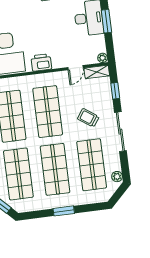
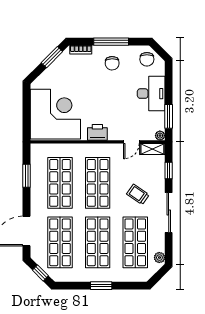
window: (106, 21) -> (169, 116), moved

